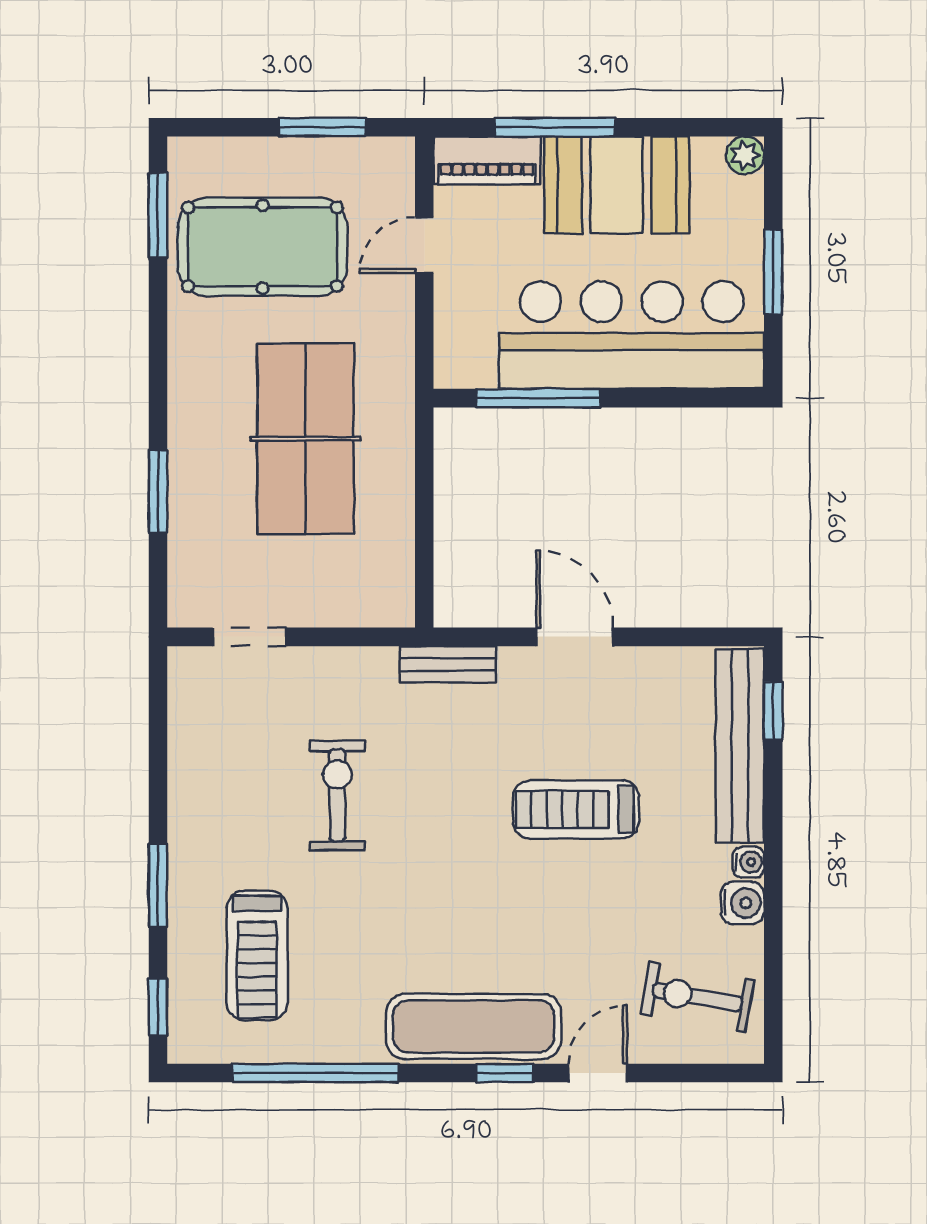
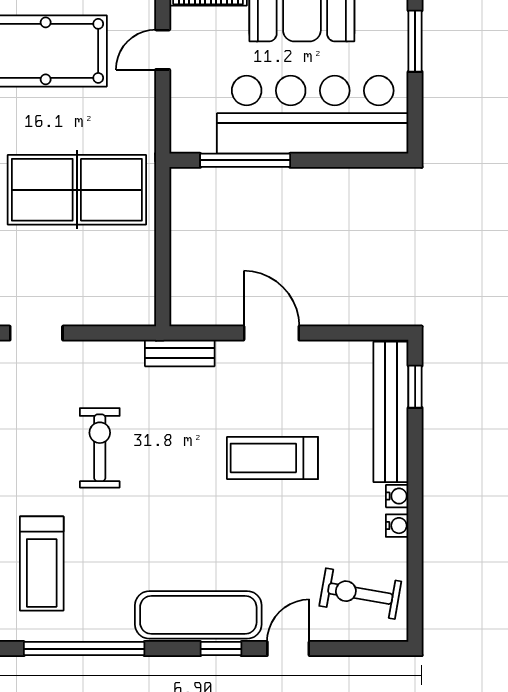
window: (773, 271) -> (415, 41), moved
table tennis table: (306, 439) -> (77, 190), turned 90
water cooler: (742, 903) -> (397, 526), width x0.72, depth x0.72

